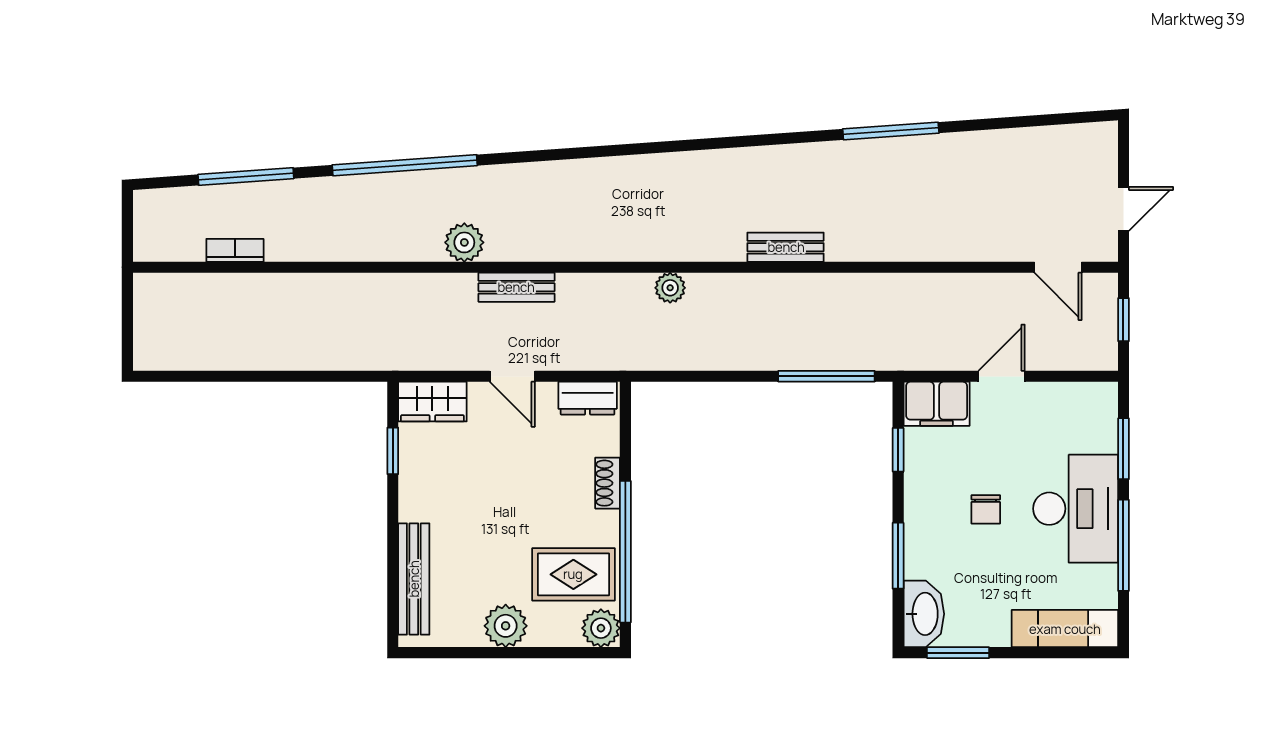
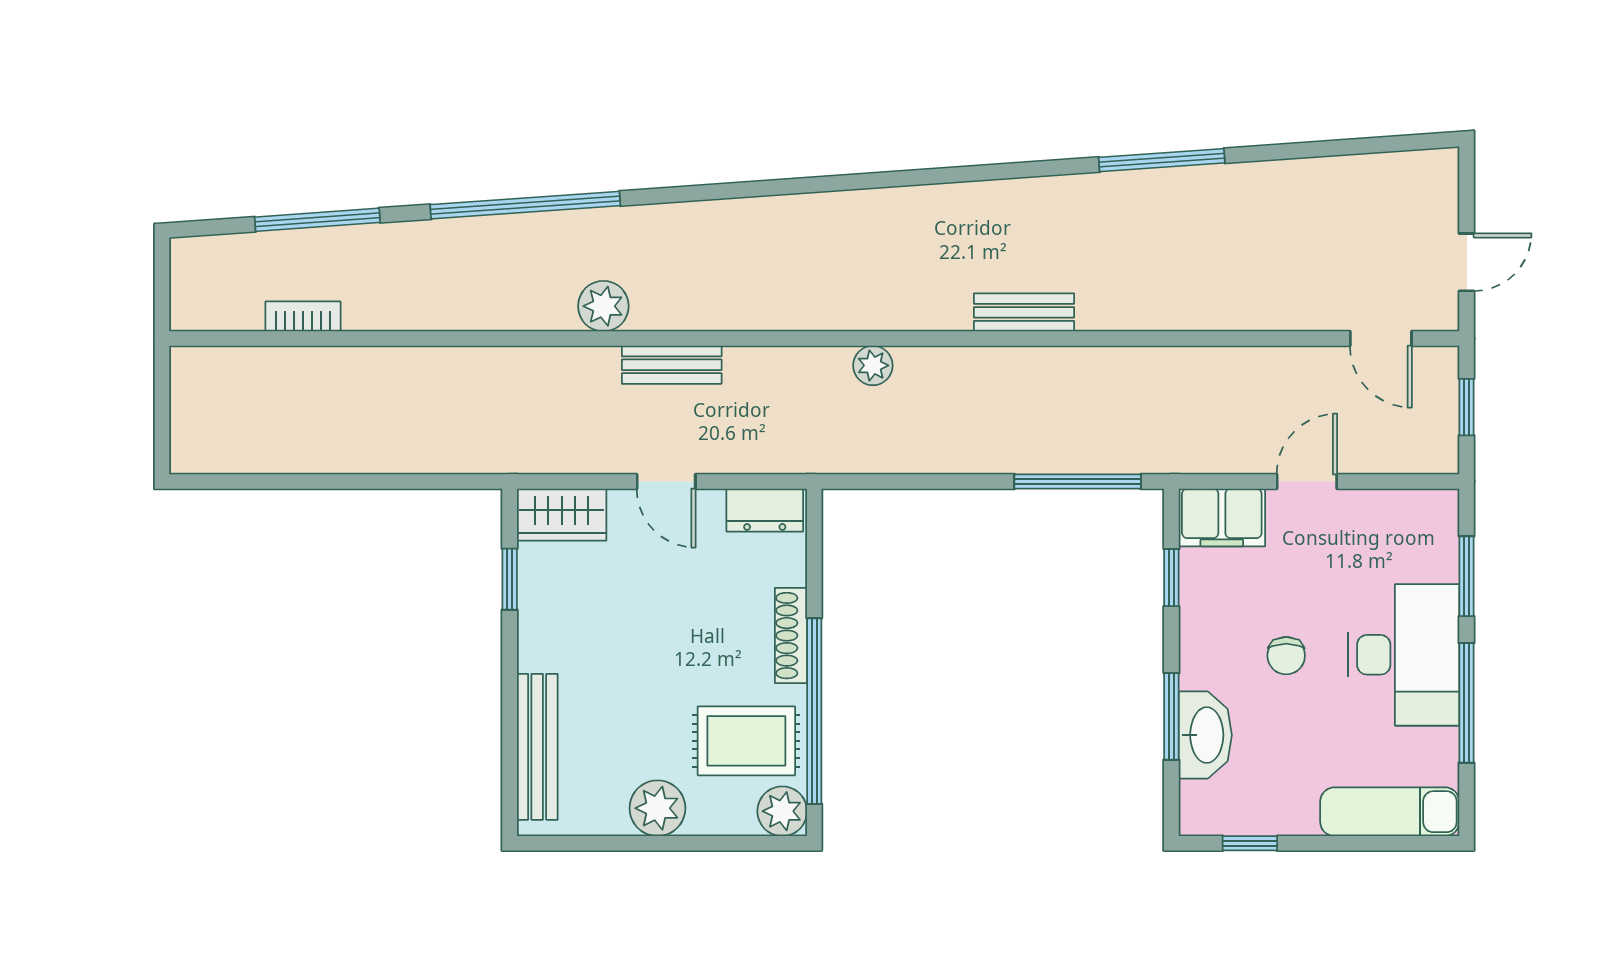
shoe rack: (608, 483) -> (791, 636), width x1.43
washbasin: (924, 614) -> (1205, 735), moved
window: (958, 653) -> (1250, 843), width x0.67

